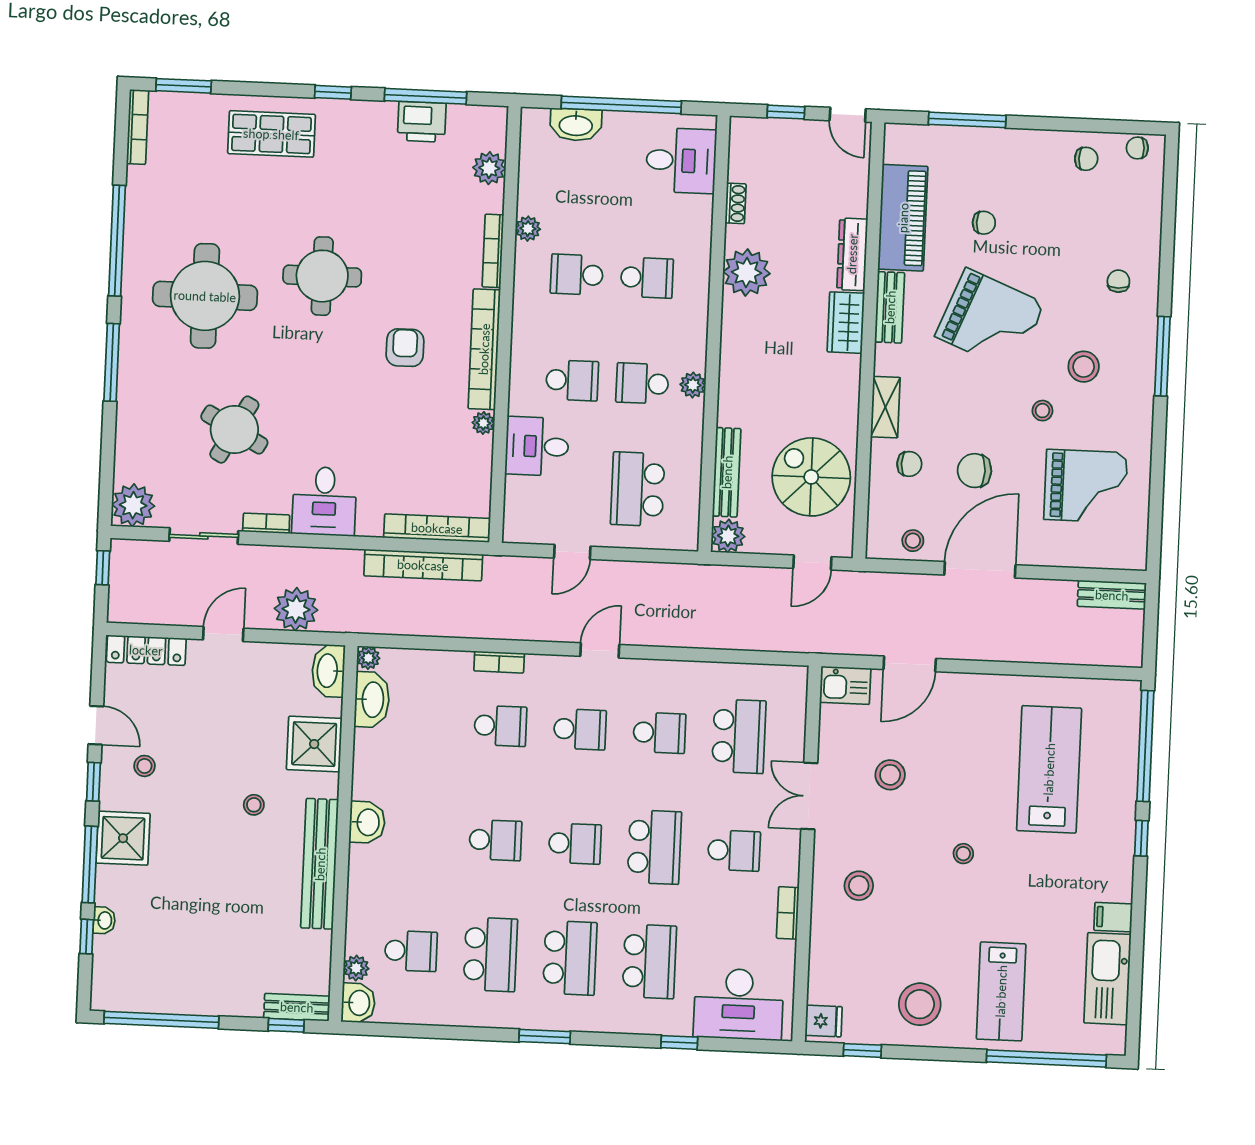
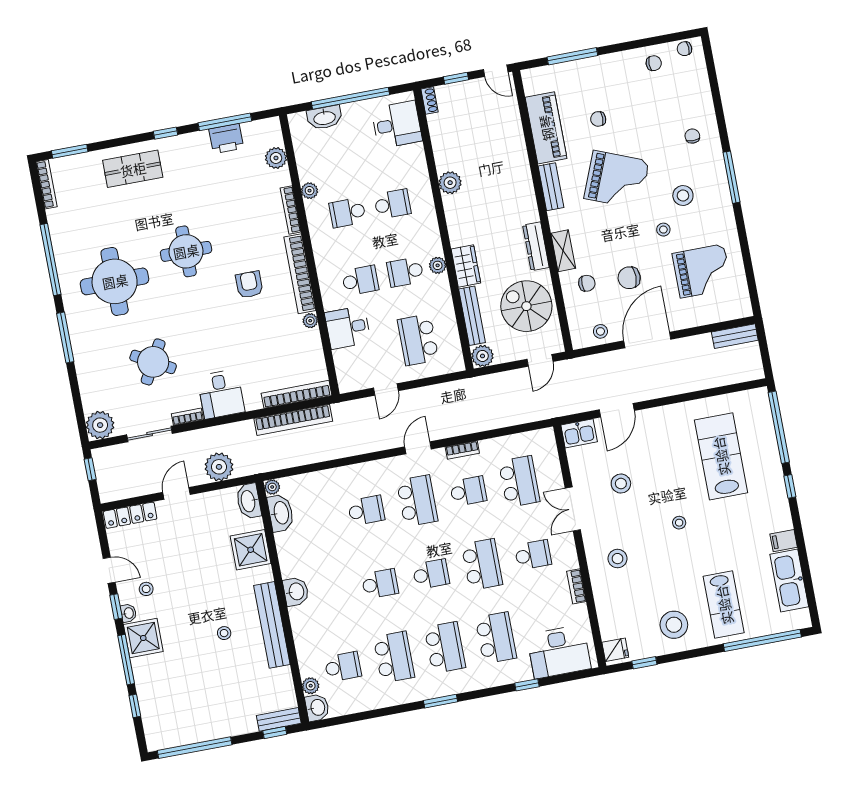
shoe rack: (736, 203) -> (429, 101), moved
chair: (984, 223) -> (598, 119), turned 180
dresser: (852, 254) -> (536, 246), moved
plant: (747, 272) -> (450, 183), width x0.73, depth x0.73
wardrobe: (846, 323) -> (466, 266), moved, turned 180
bookcase: (499, 662) -> (462, 450), moved
school desk: (580, 729) -> (417, 501), width x1.85
stool: (254, 805) -> (224, 633), moved
washbasin: (104, 920) -> (128, 613), moved

